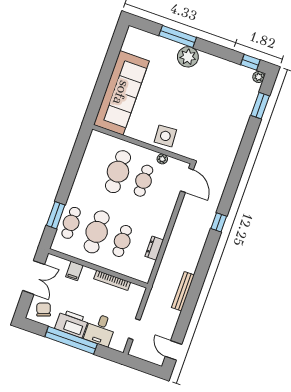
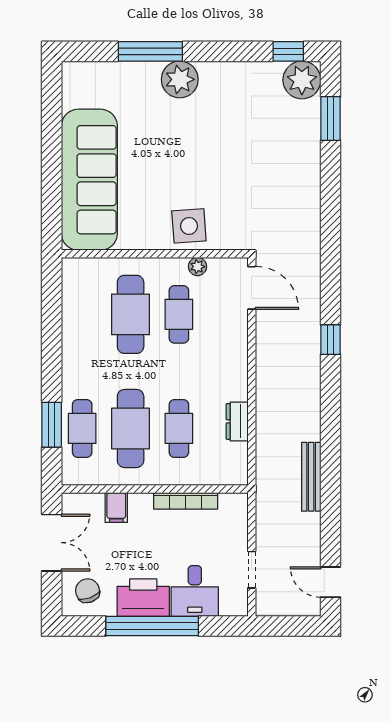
plant: (259, 77) -> (302, 80), width x1.88, depth x1.88

